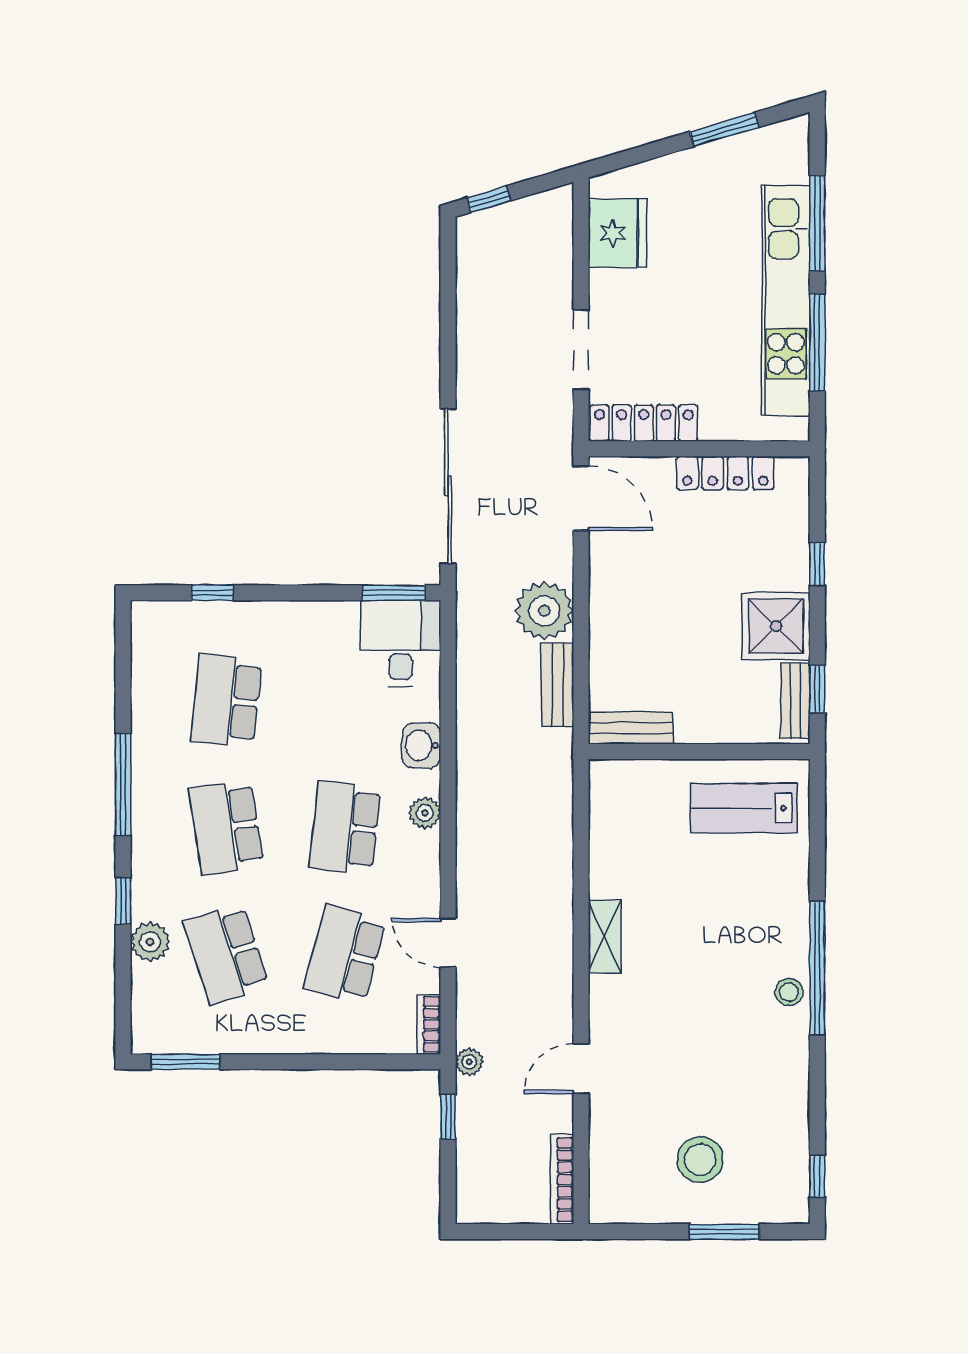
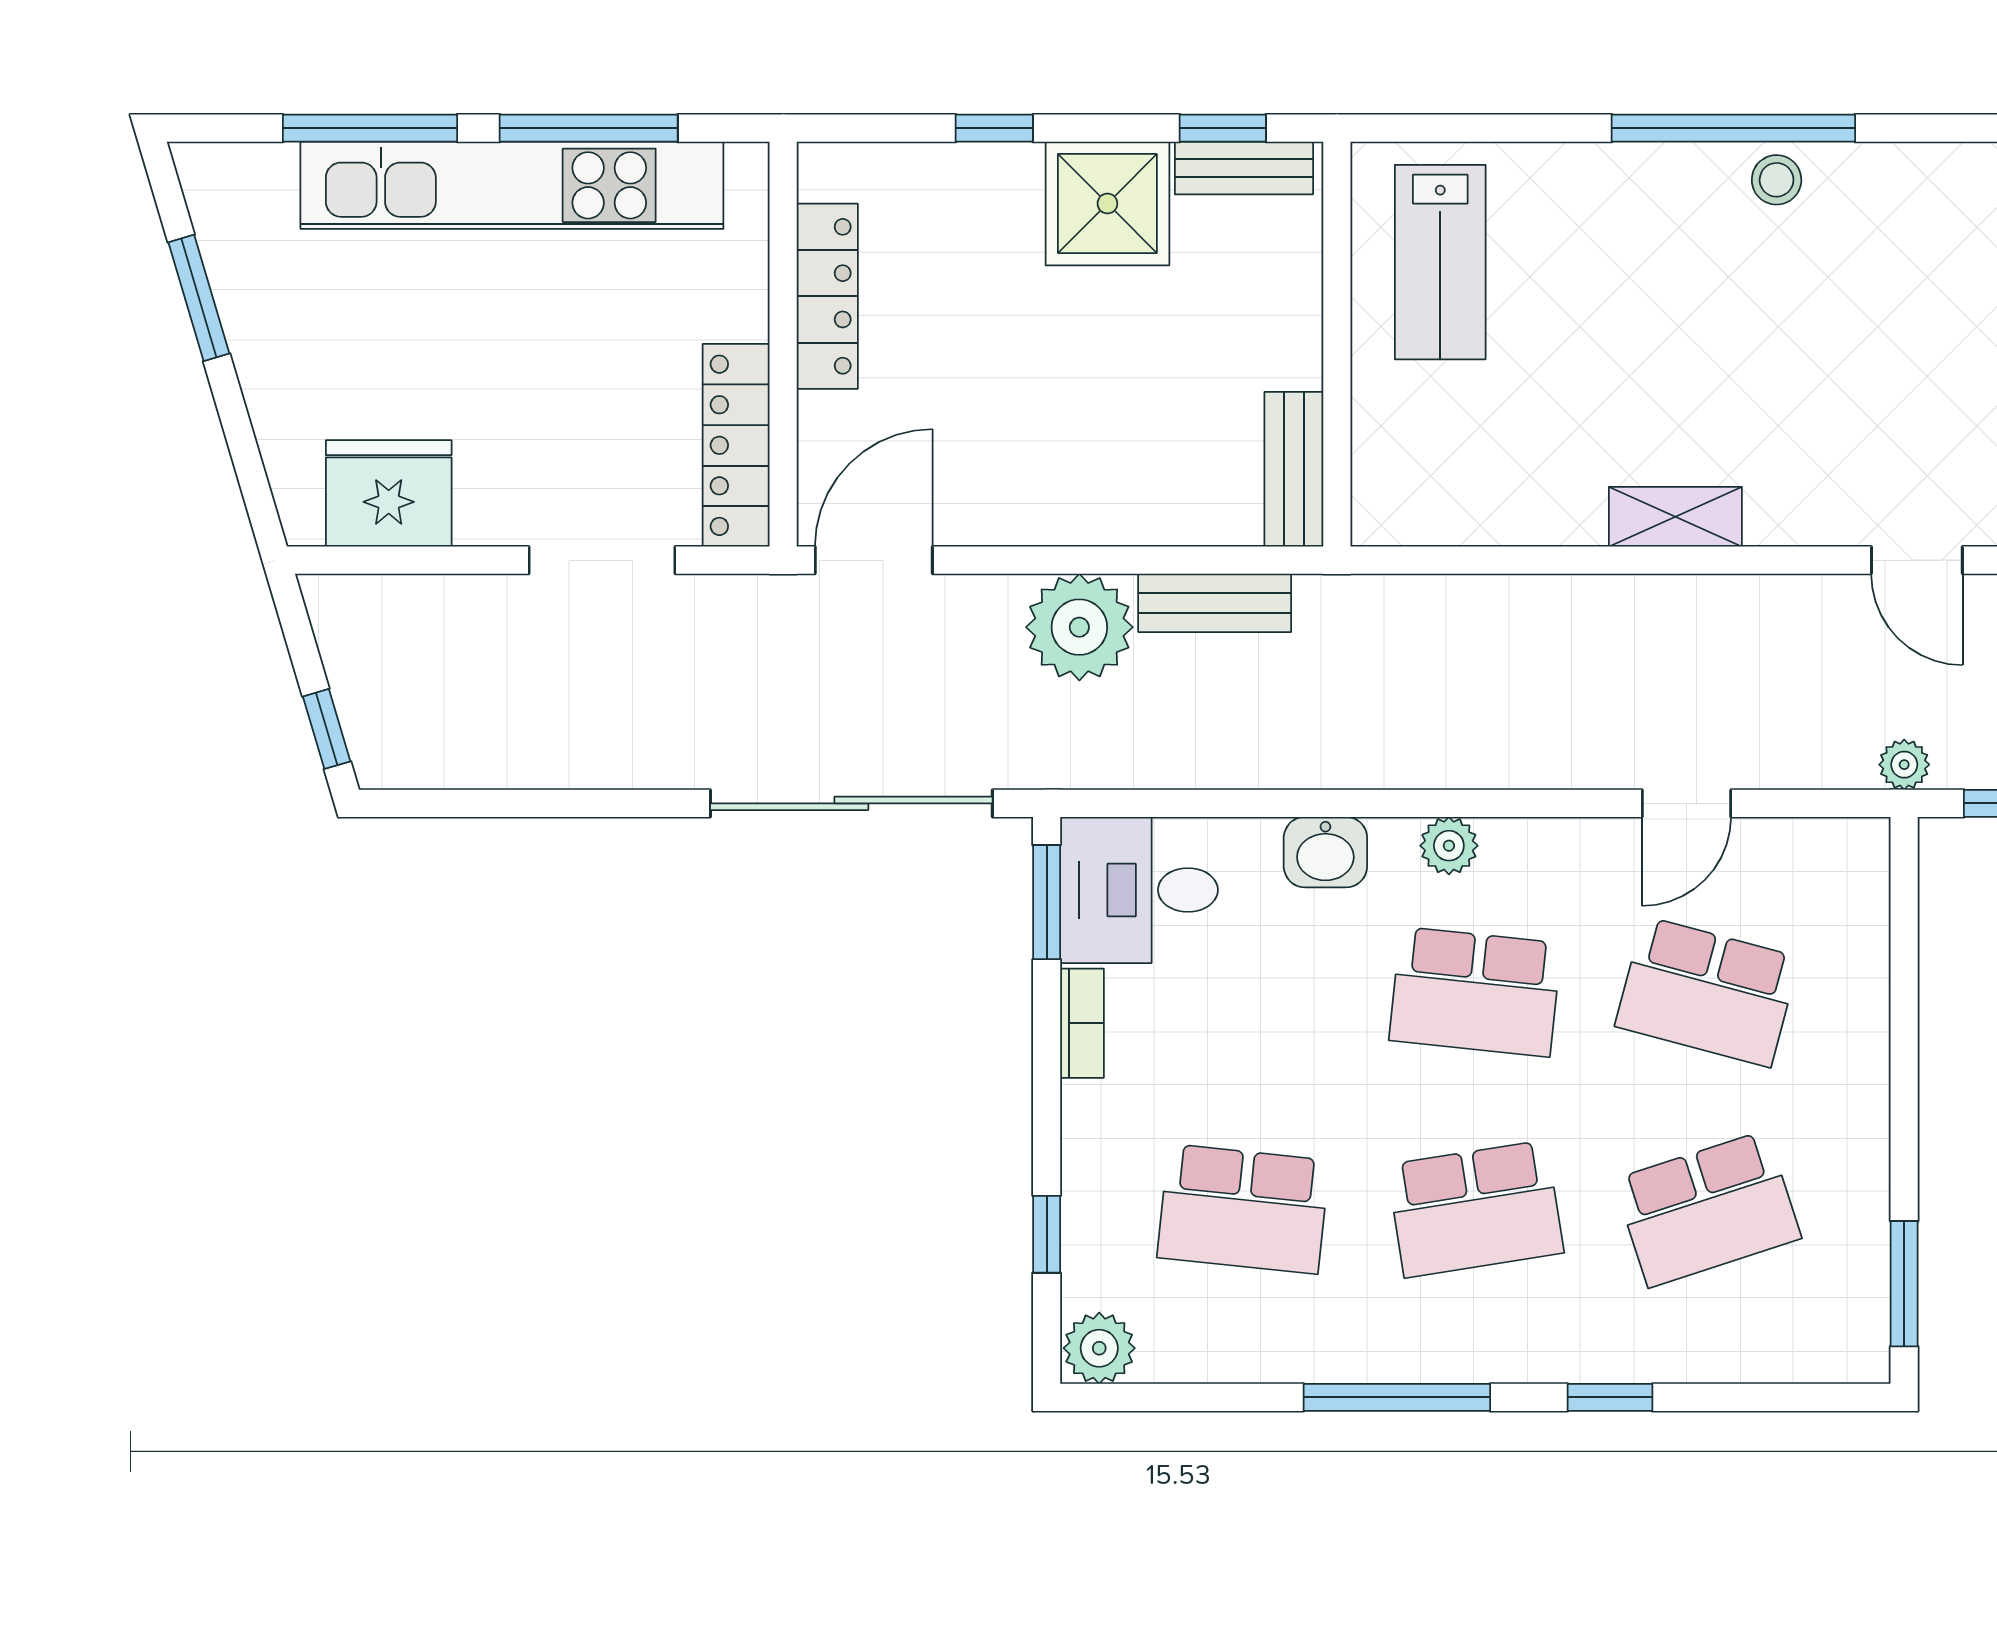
plant: (150, 942) -> (1099, 1348), moved
bookcase: (429, 1024) -> (1082, 1023), moved, turned -90

